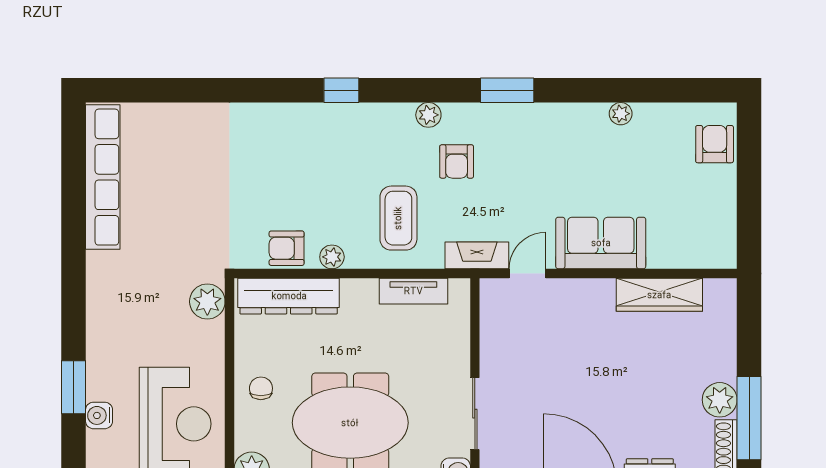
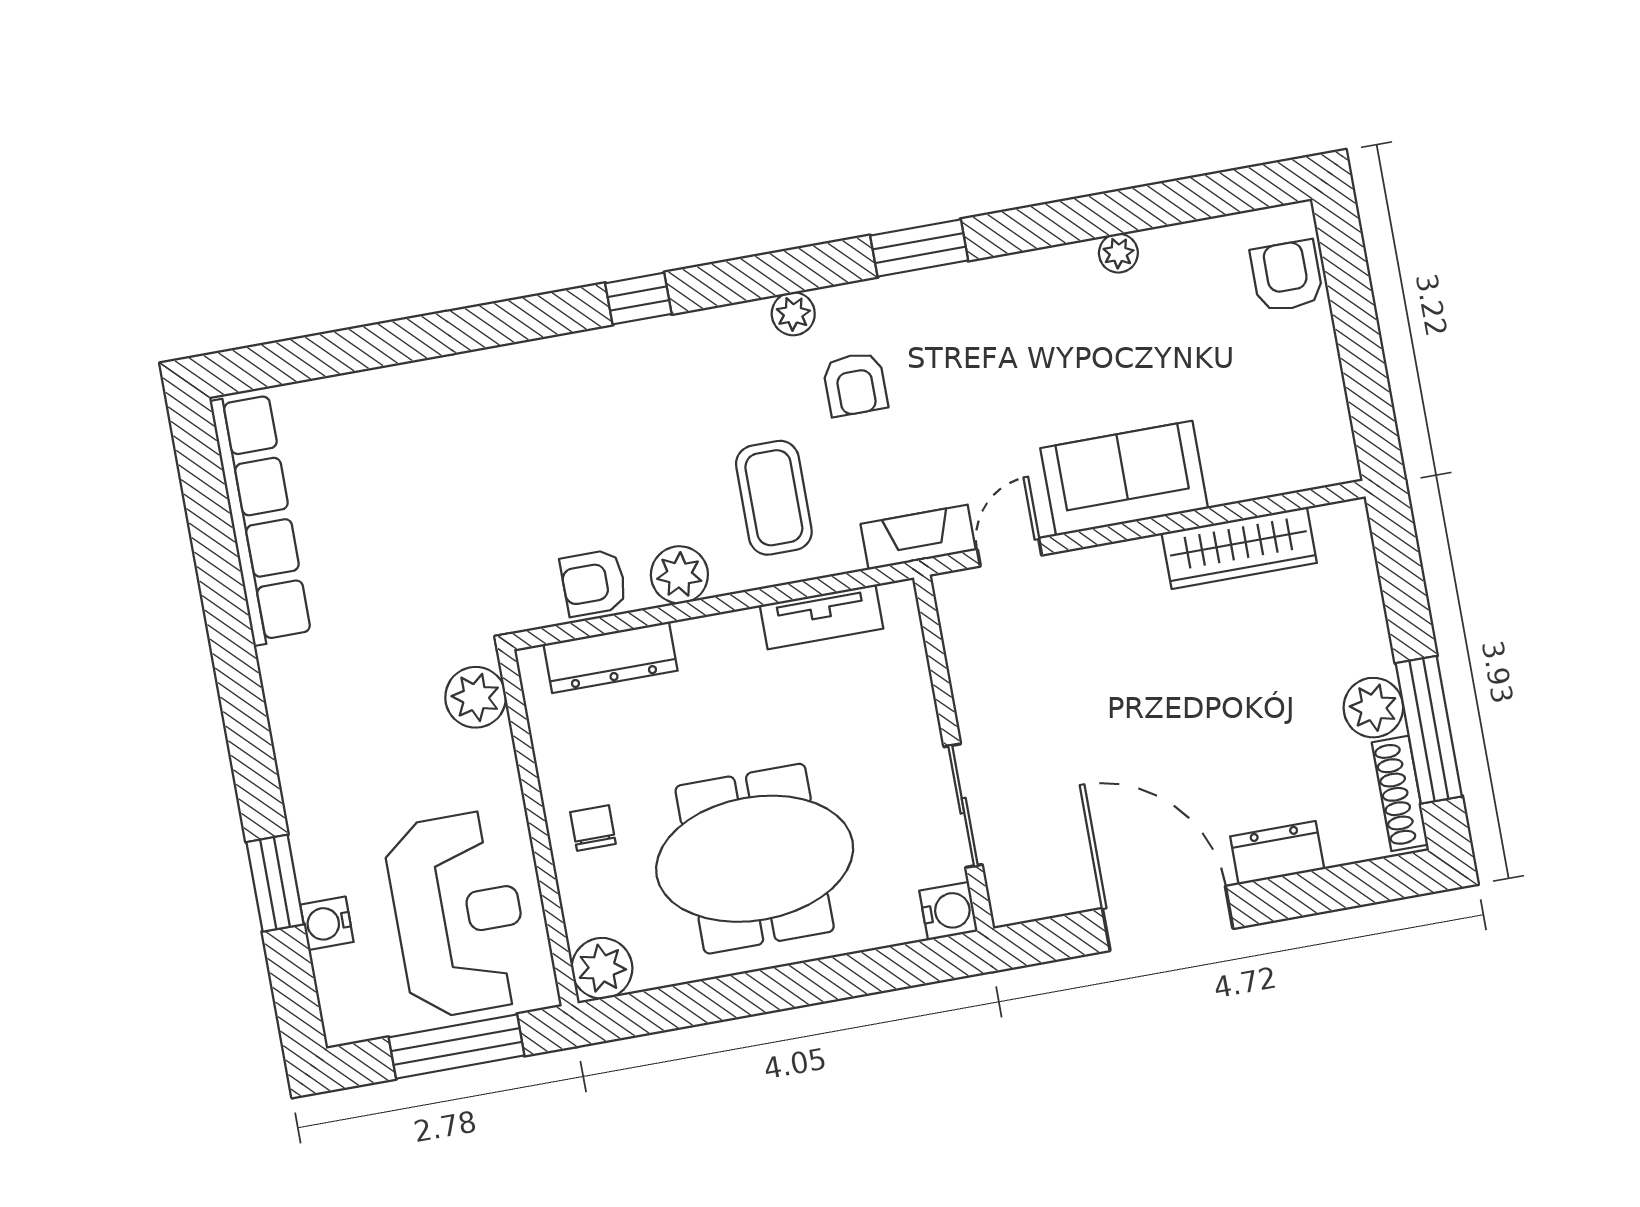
plant: (332, 257) -> (679, 575), width x1.38, depth x1.38
dresser: (289, 296) -> (611, 657), width x0.73, depth x0.80

